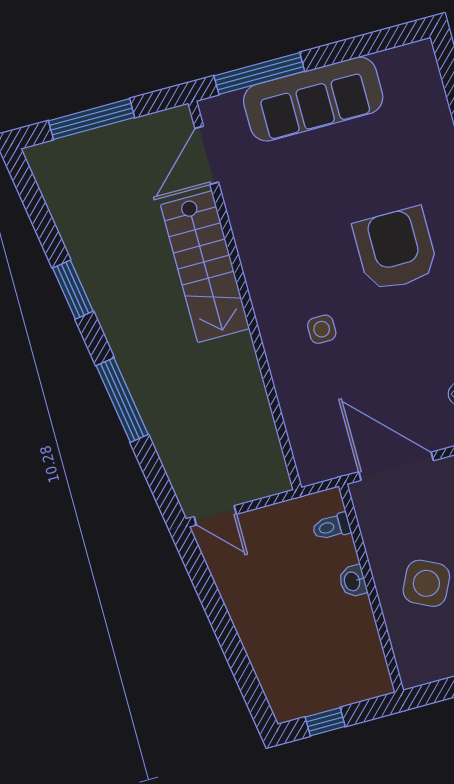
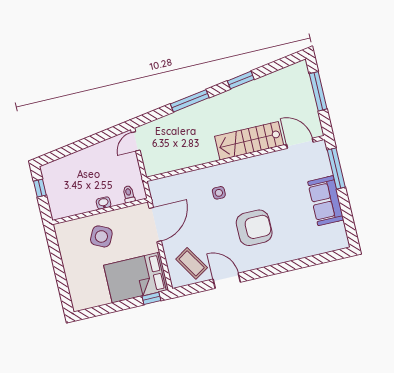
sofa: (313, 99) -> (326, 201), width x0.73

